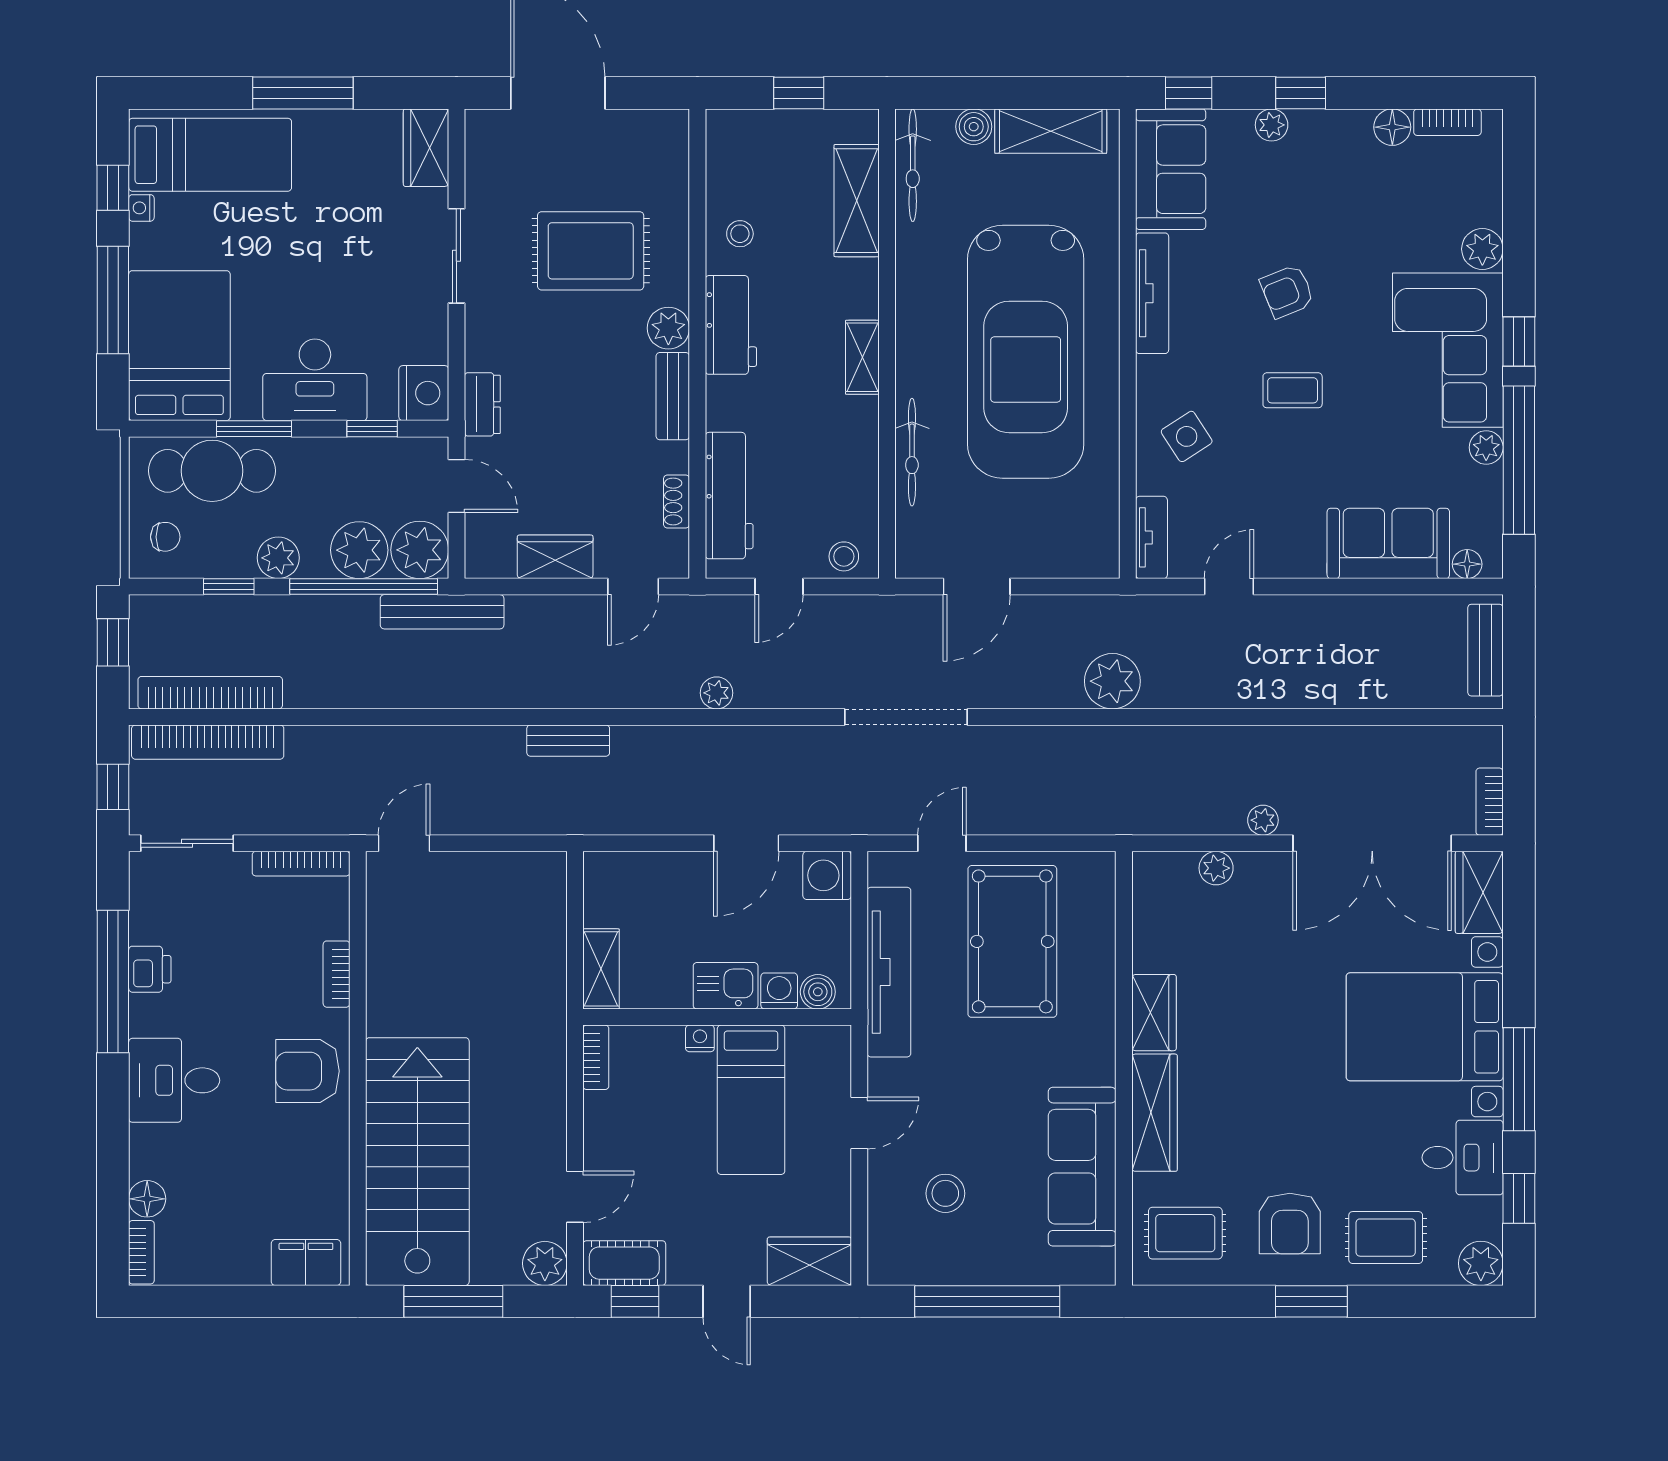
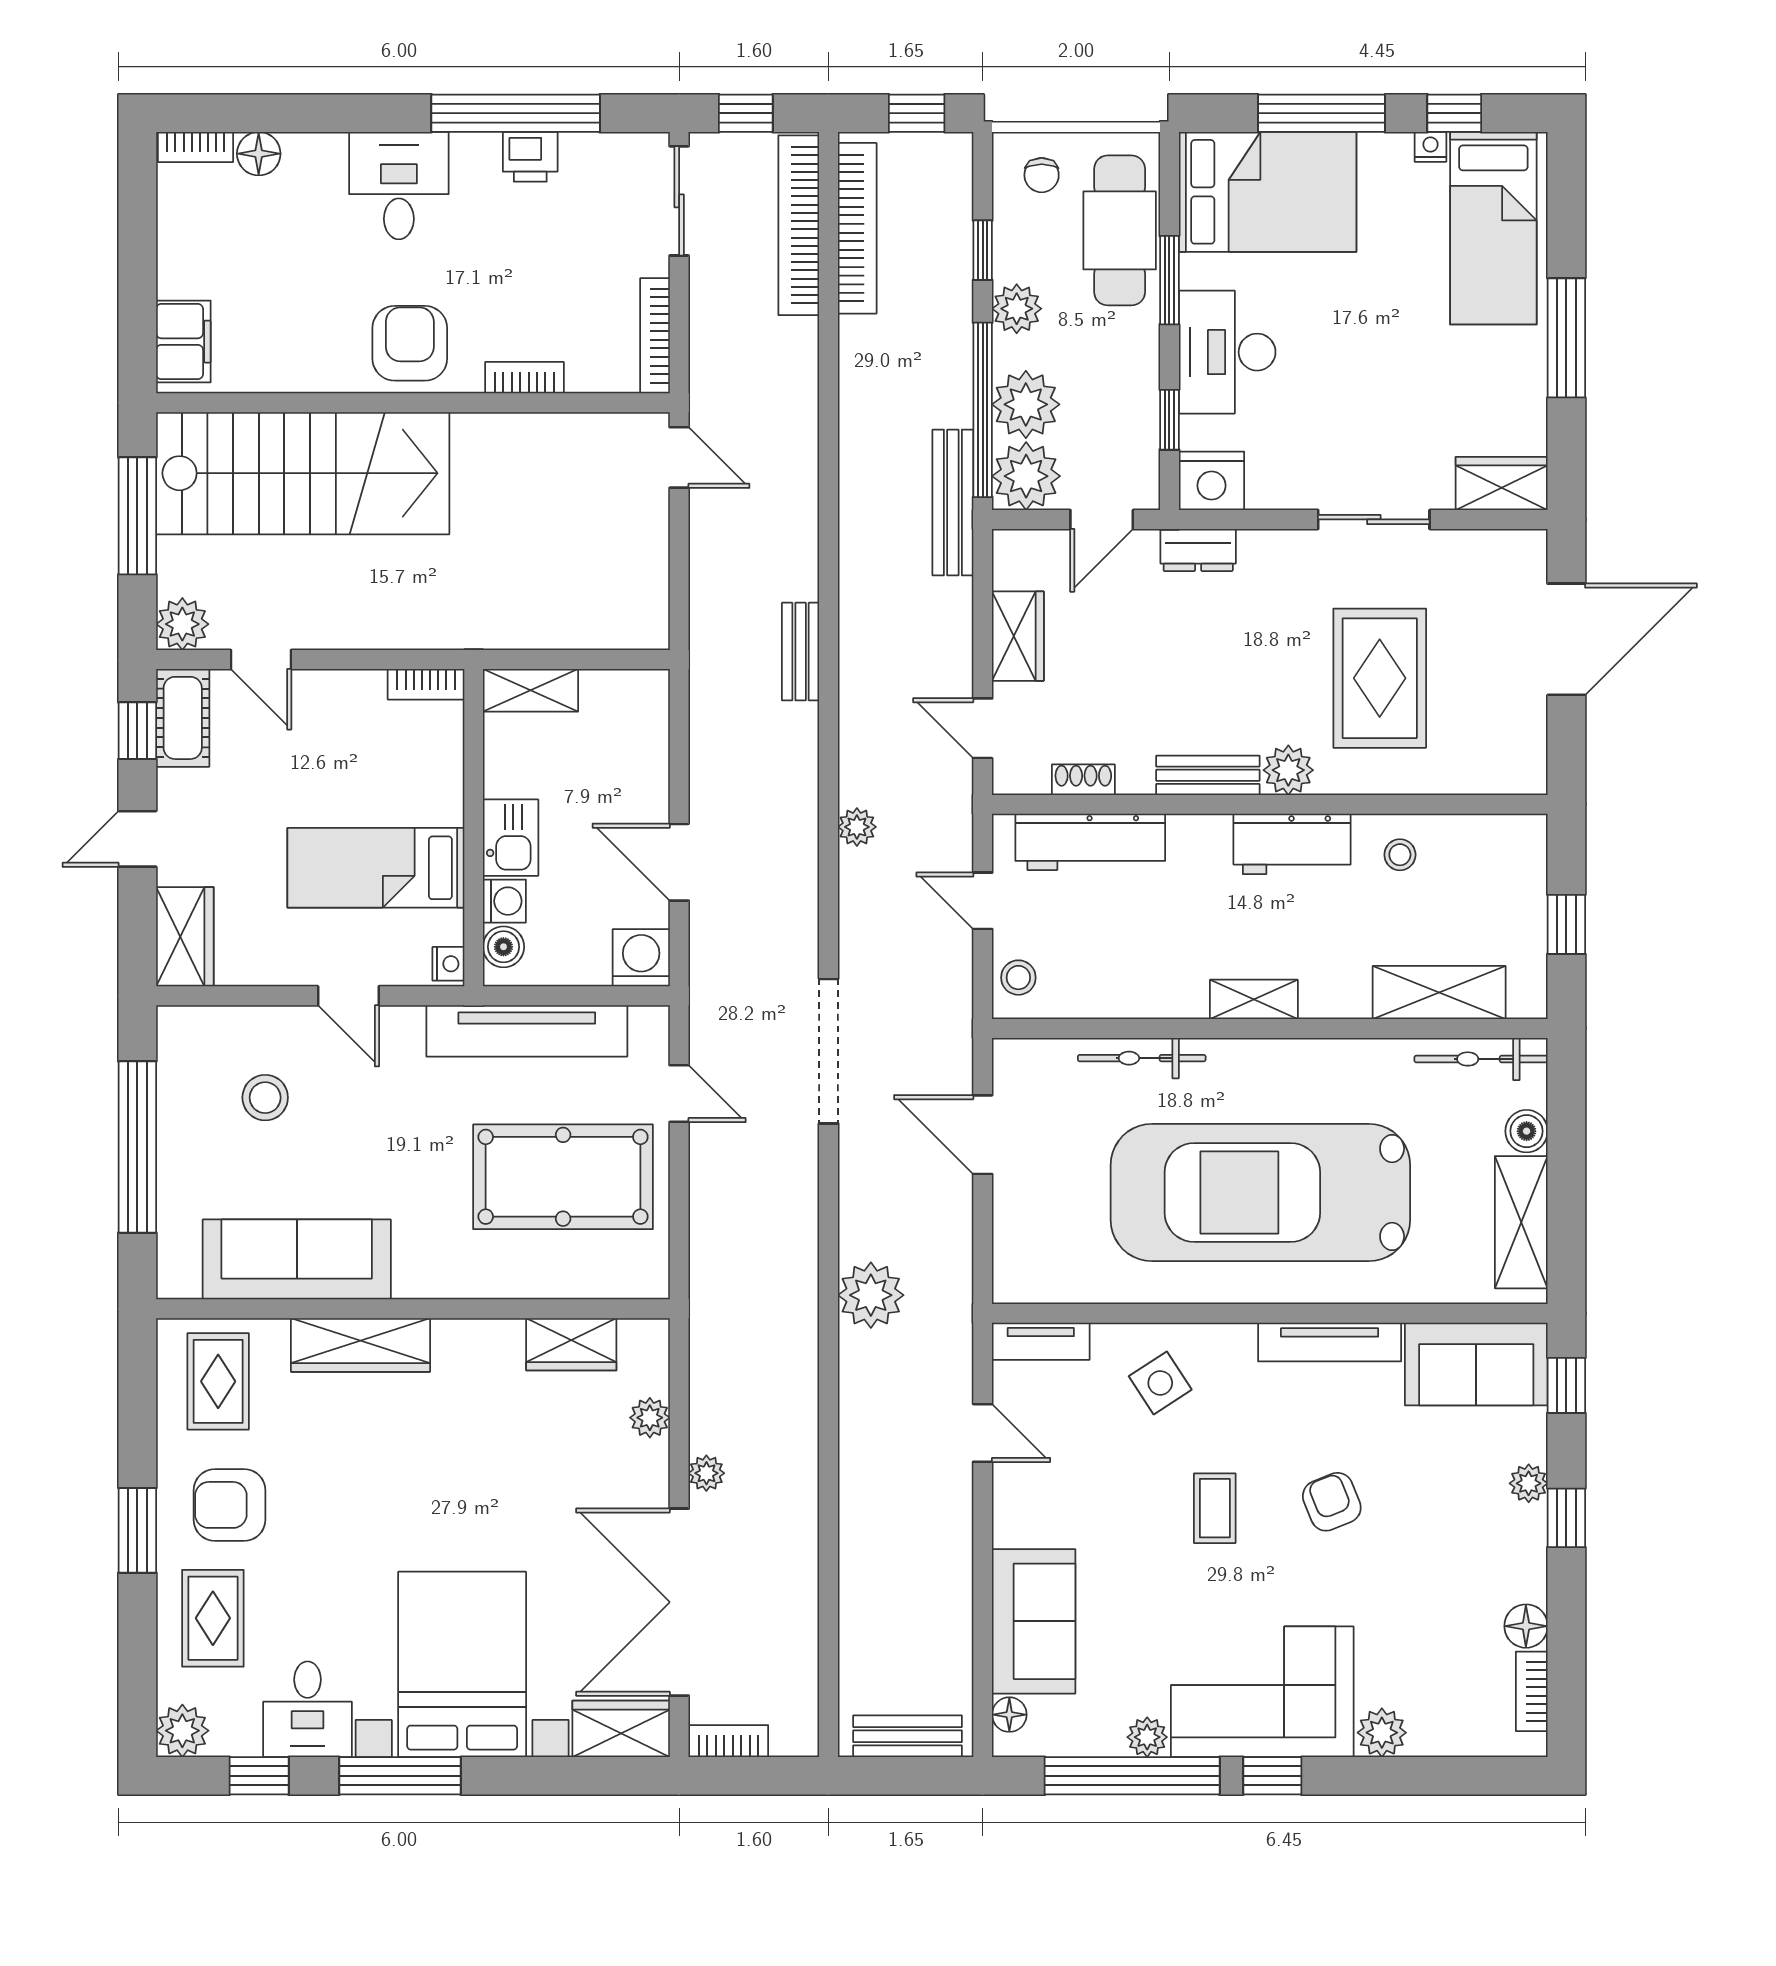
wardrobe: (1154, 1013) -> (571, 1344), moved
nightstand: (700, 1038) -> (448, 964), moved

